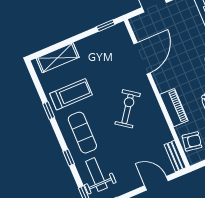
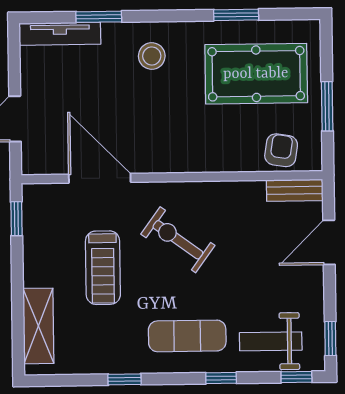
treadmill: (71, 94) -> (103, 268), moved, turned 180
piano: (174, 108) -> (209, 158), removed

